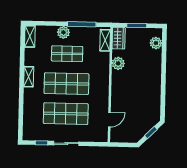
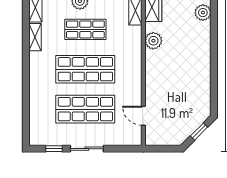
shelving: (29, 77) -> (35, 37), moved
door: (109, 120) -> (143, 116), swing flipped

